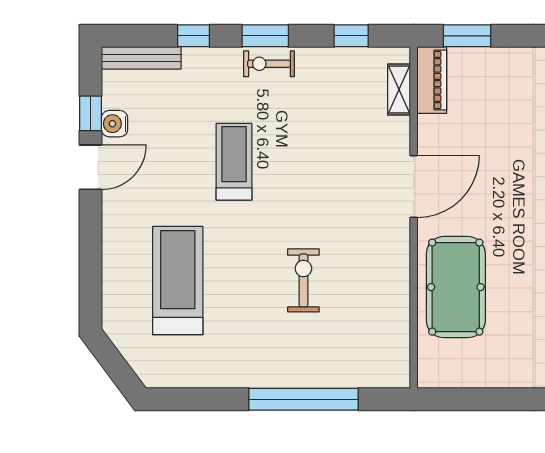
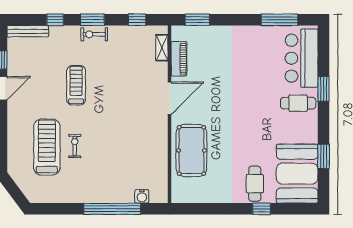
piano: (432, 80) -> (179, 59), moved
water cooler: (115, 124) -> (142, 196), moved, turned -90
exercise bike: (303, 280) -> (75, 146), moved, width x0.73, depth x0.72

